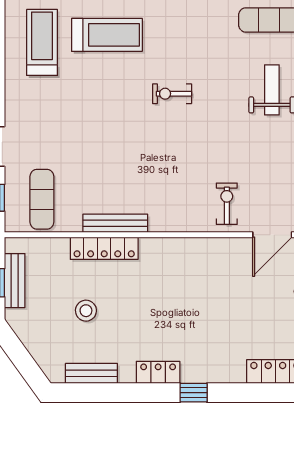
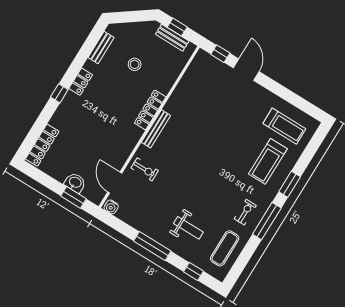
exercise bike: (172, 94) -> (245, 212), moved
exercise mat: (42, 199) -> (205, 77), removed
bench: (115, 223) -> (156, 129), moved
locker: (104, 248) -> (150, 110), moved

